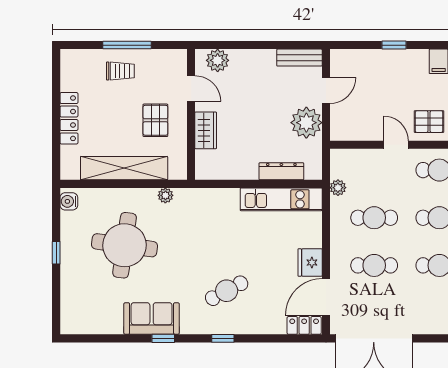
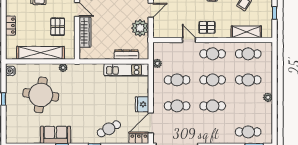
locker: (69, 118) -> (10, 26), width x0.66
wardrobe: (206, 130) -> (85, 32), width x1.50
cafe table: (227, 291) -> (109, 129), moved

